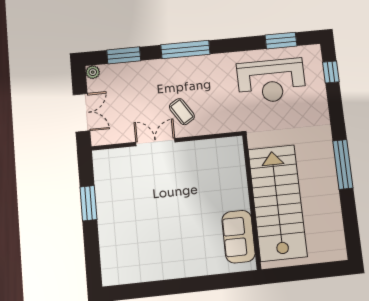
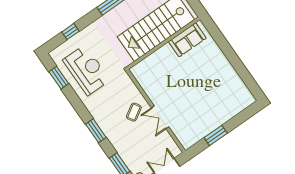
window: (185, 50) -> (96, 131), width x0.69
window: (331, 72) -> (70, 32), moved

